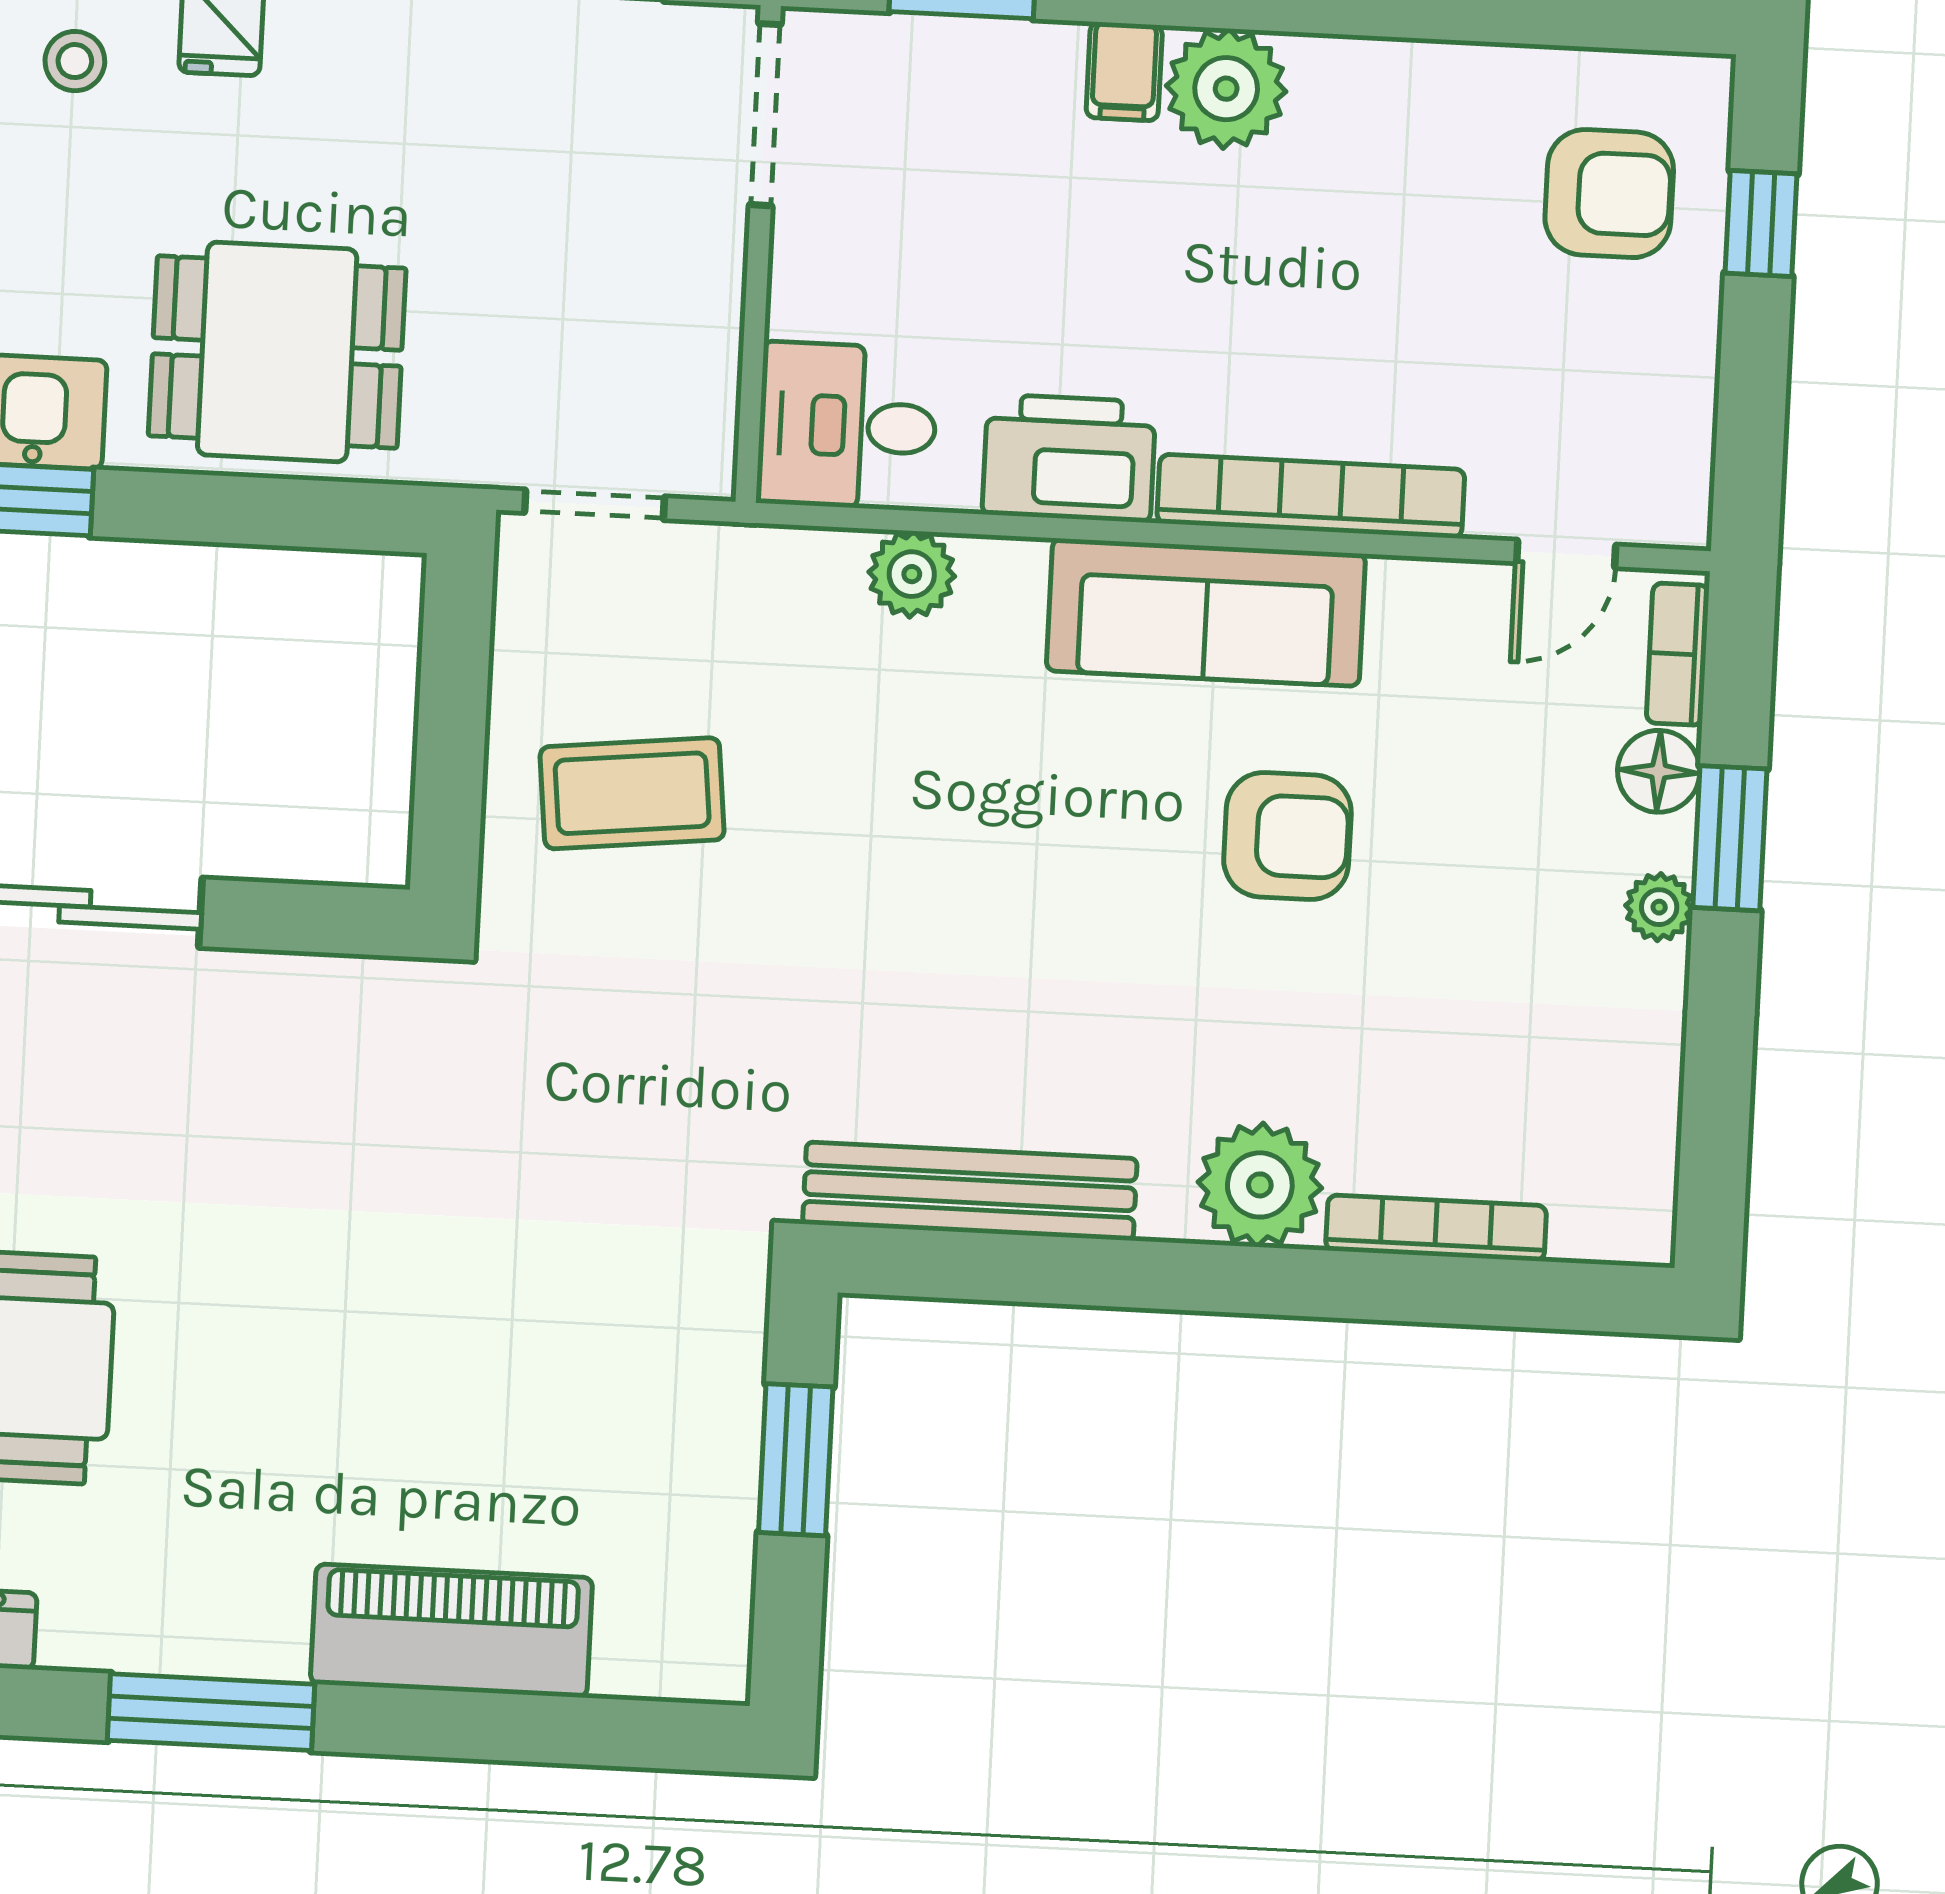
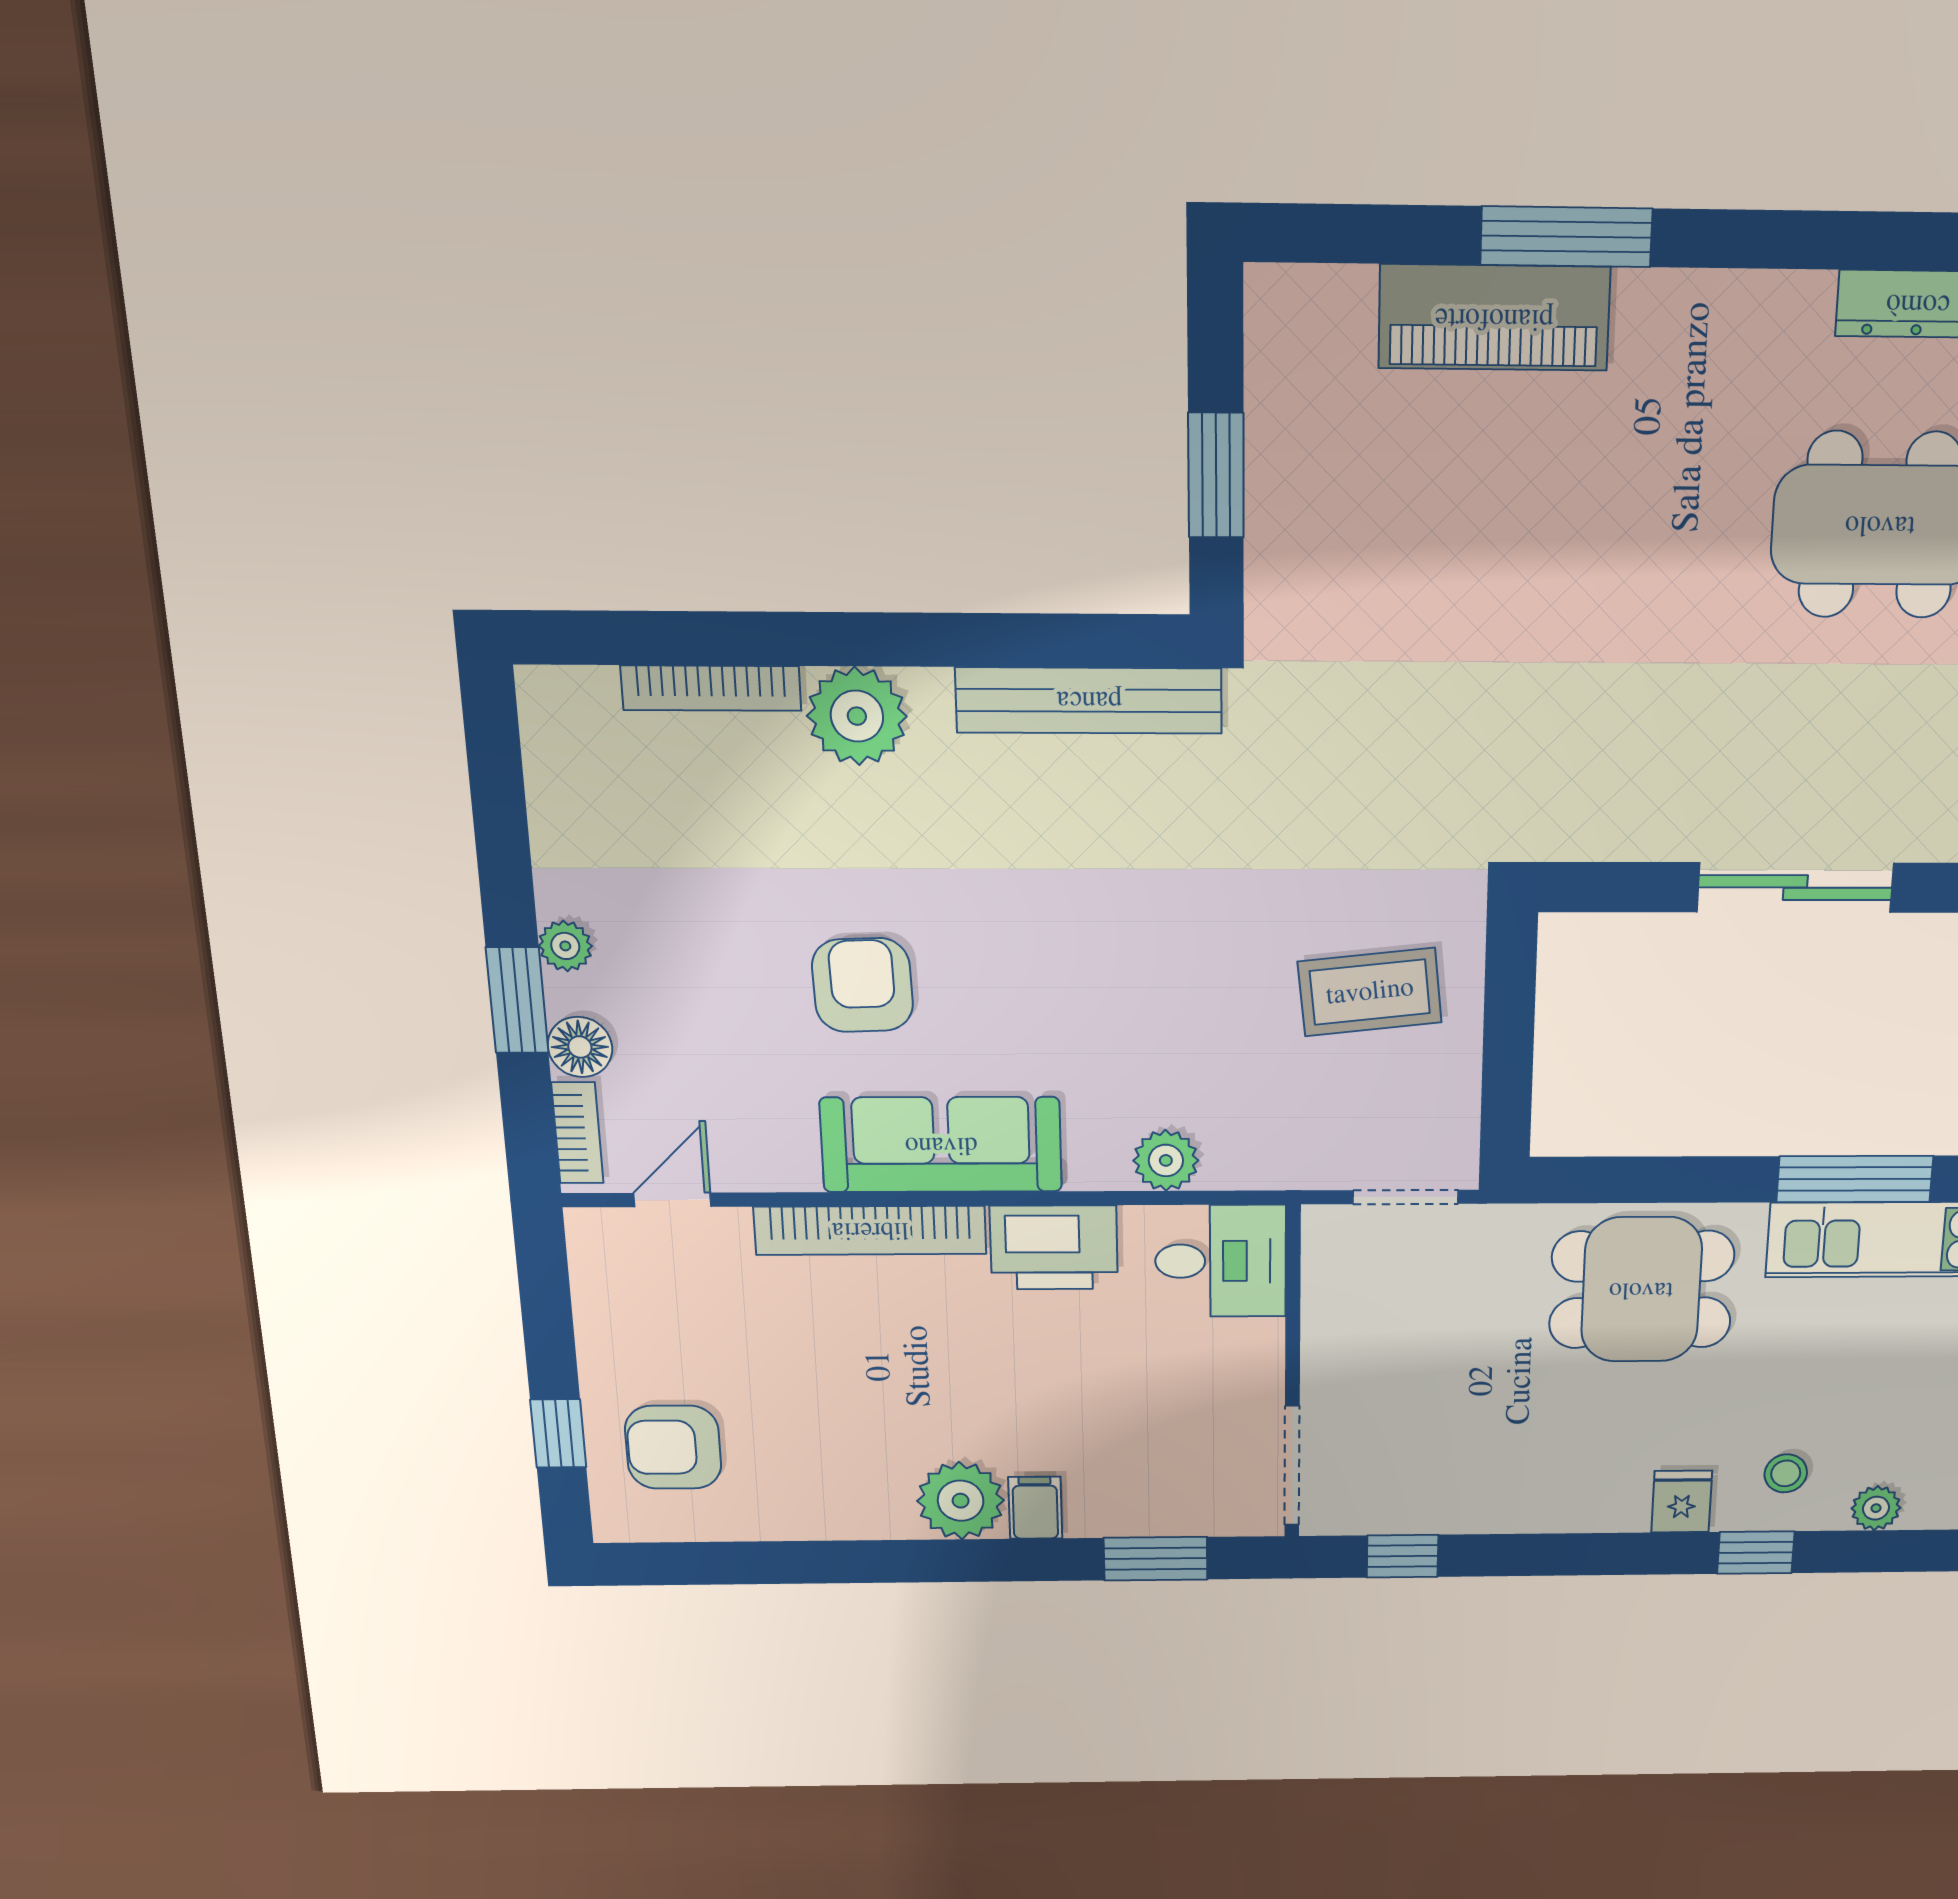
armchair: (1287, 836) -> (862, 985), turned 88
window: (211, 1712) -> (1566, 237), moved

